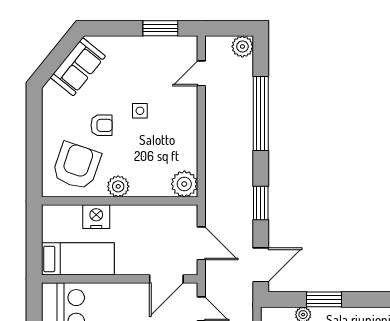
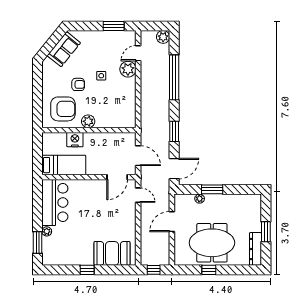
armchair: (76, 166) -> (63, 109), turned 71
plant: (184, 184) -> (128, 69), moved

